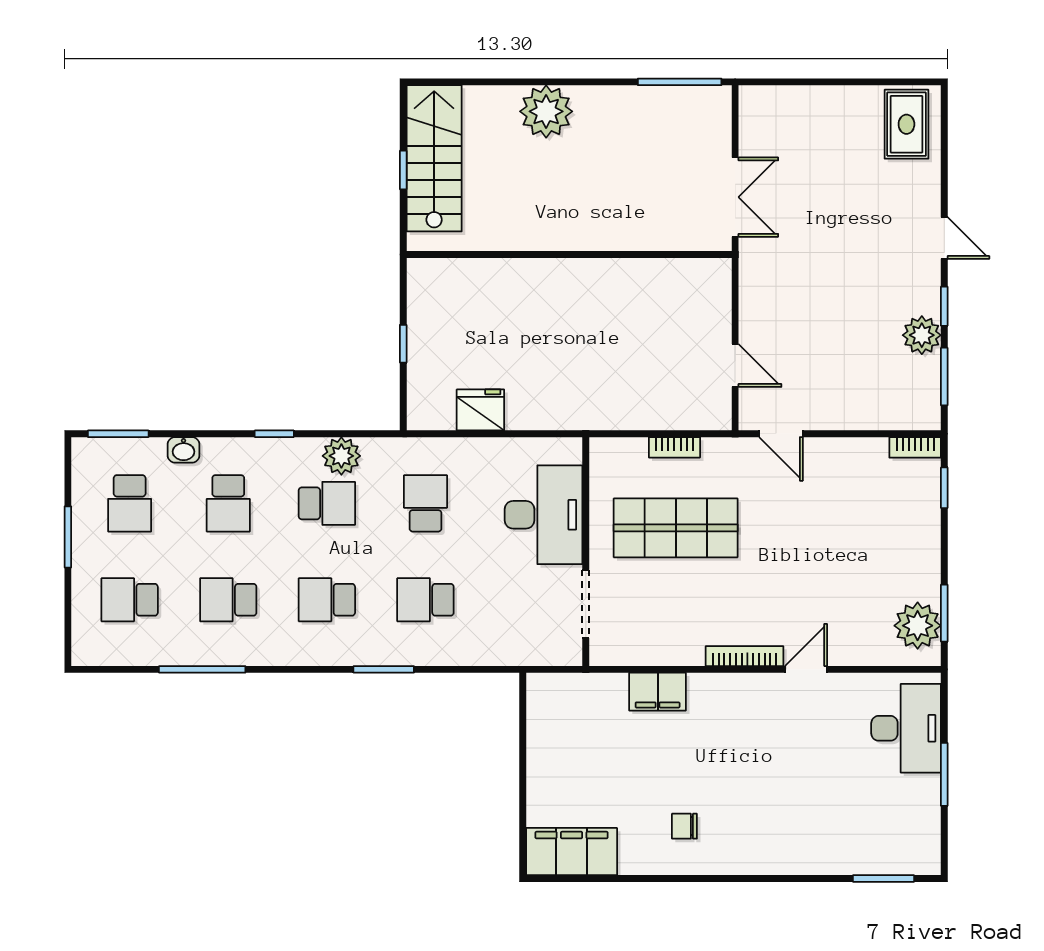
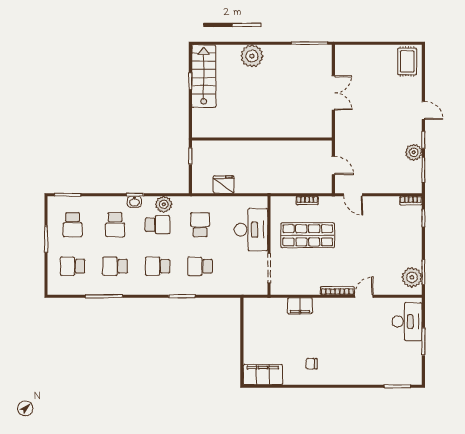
wall: (569, 254) -> (262, 139), moved
washbasin: (184, 450) -> (134, 202), moved

